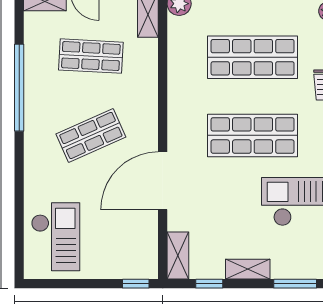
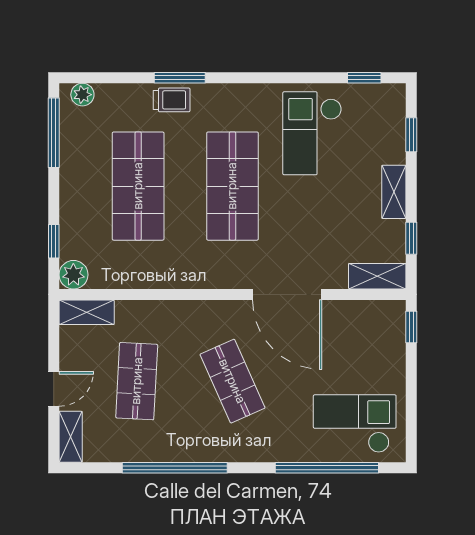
window: (19, 214) -> (327, 468), added
window: (295, 284) -> (411, 135), width x0.67

